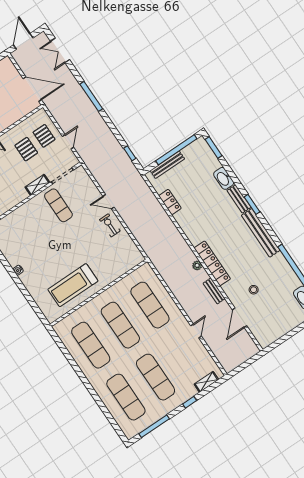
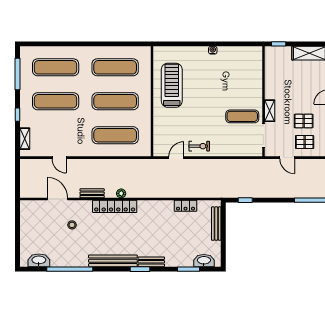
window: (213, 147) -> (189, 269), moved
window: (176, 150) -> (223, 239), removed
washbasin: (224, 178) -> (204, 261), moved
door: (108, 202) -> (176, 158), moved
door: (196, 331) -> (59, 158), moved

